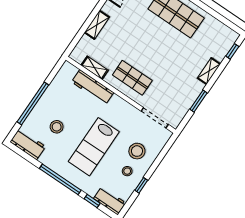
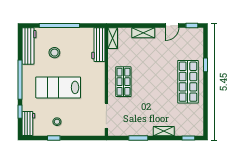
shelving: (95, 68) -> (113, 38), moved
workbench: (93, 87) -> (98, 45), moved
workbench: (28, 144) -> (29, 46), width x1.38
stool: (137, 151) -> (75, 119), removed

